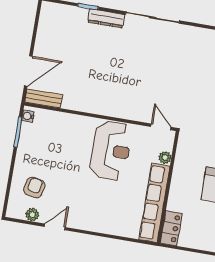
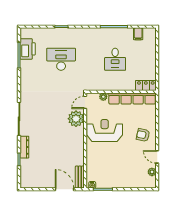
plant: (137, 108) -> (76, 119), added
armchair: (34, 188) -> (143, 135), moved

